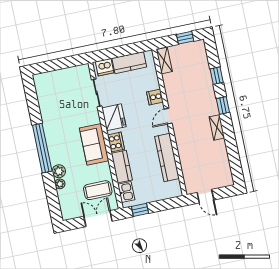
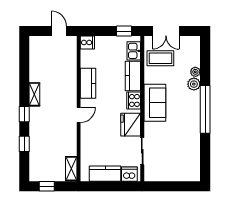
cooker: (155, 97) -> (87, 42), moved
kitchen counter: (167, 157) -> (88, 83), width x0.67

